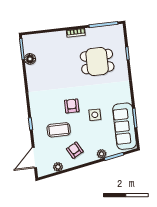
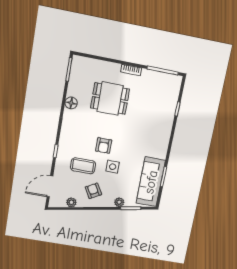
floor lamp: (30, 59) -> (71, 103), moved
dining table: (97, 61) -> (110, 99), moved
armchair: (72, 106) -> (104, 146), turned 180
side table: (95, 115) -> (113, 167), moved

